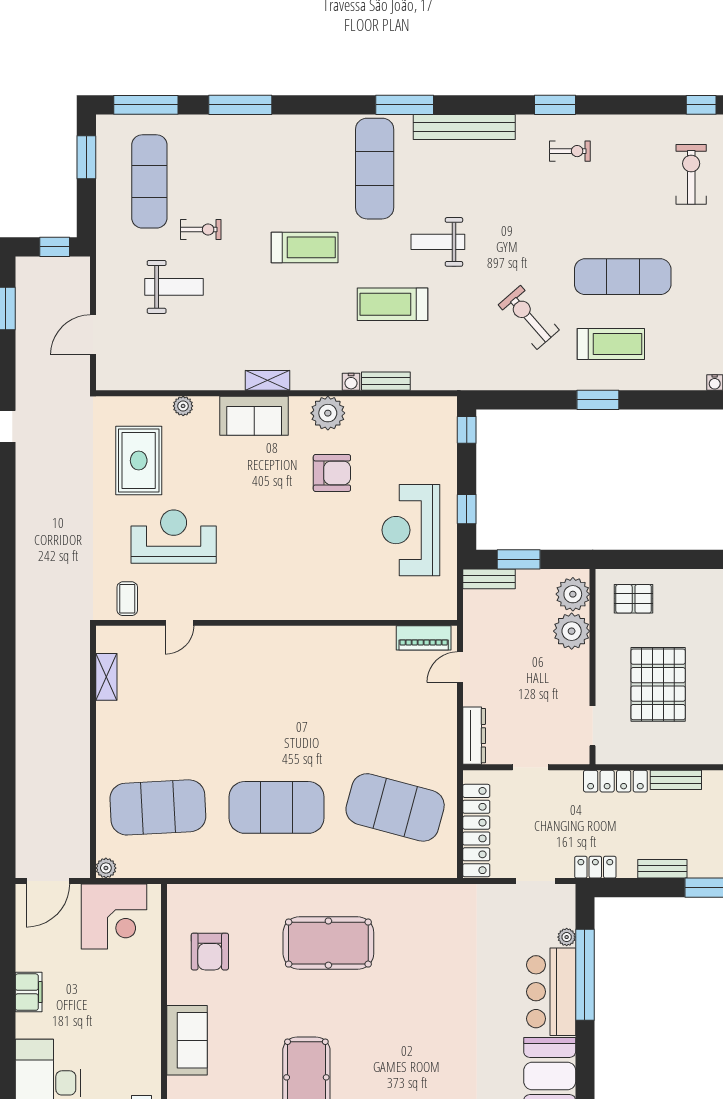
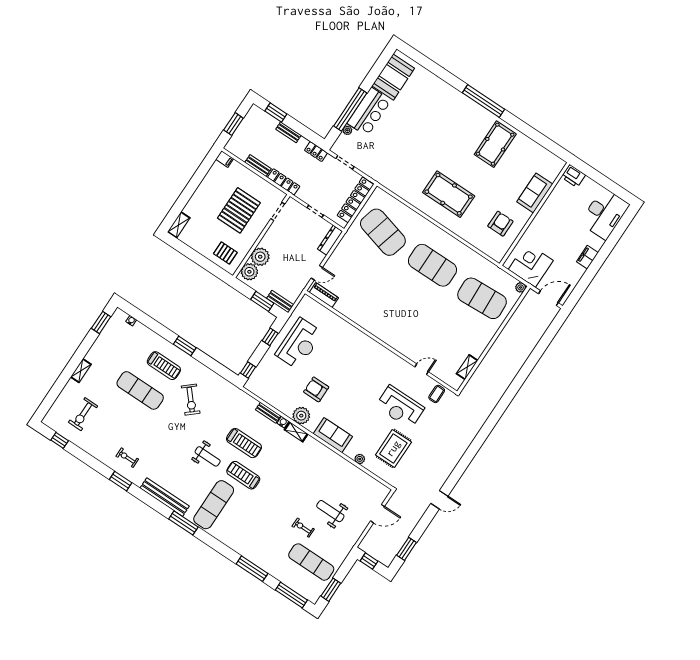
exercise mat: (149, 181) -> (311, 562), turned 90
treadmill: (305, 247) -> (243, 475), moved
treadmill: (611, 344) -> (164, 366), turned 180
shelving: (268, 380) -> (296, 432), moved

